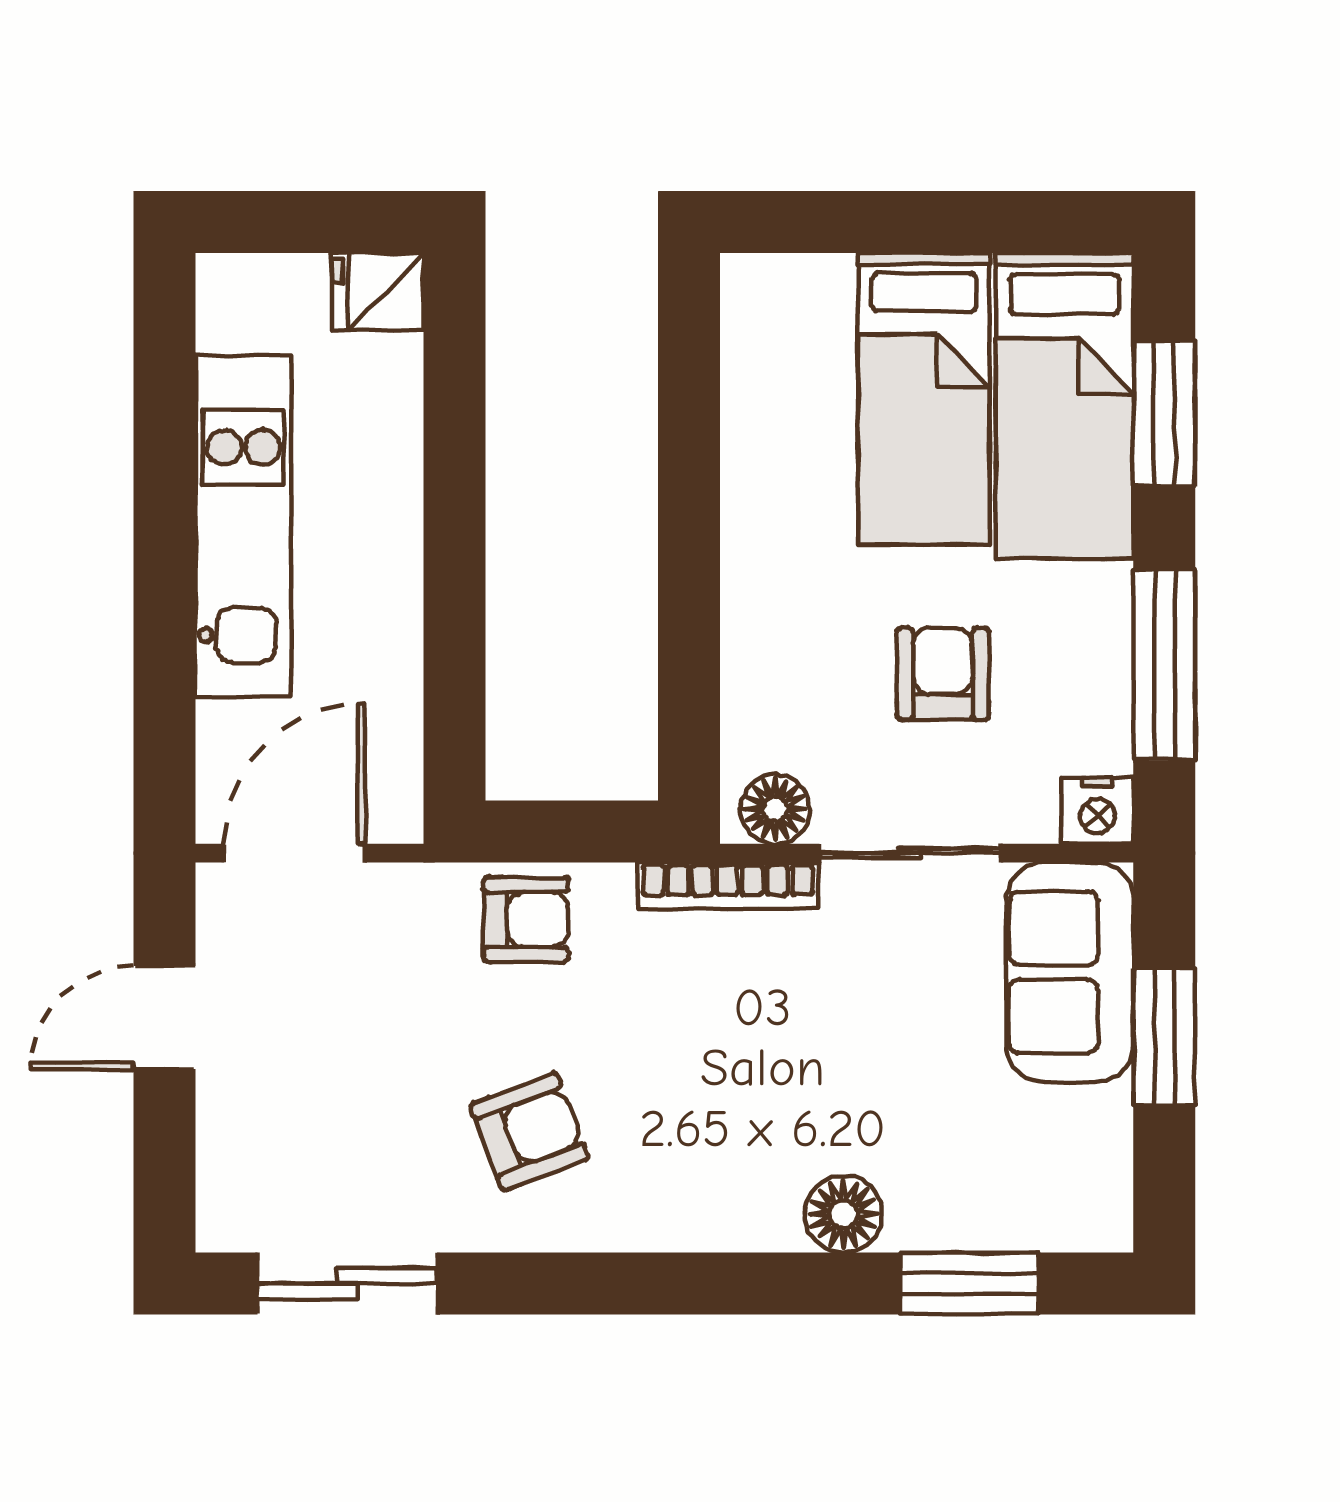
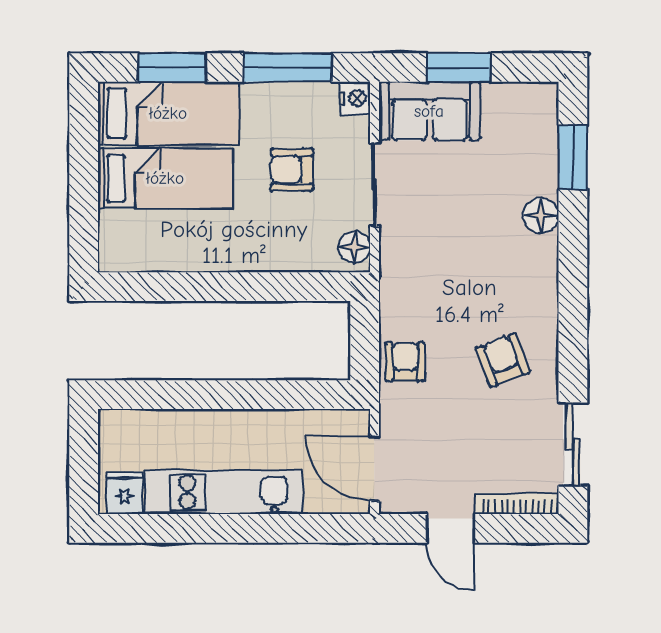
fridge: (378, 291) -> (124, 493), moved, turned 180
bookcase: (728, 885) -> (517, 504), moved, turned -90

